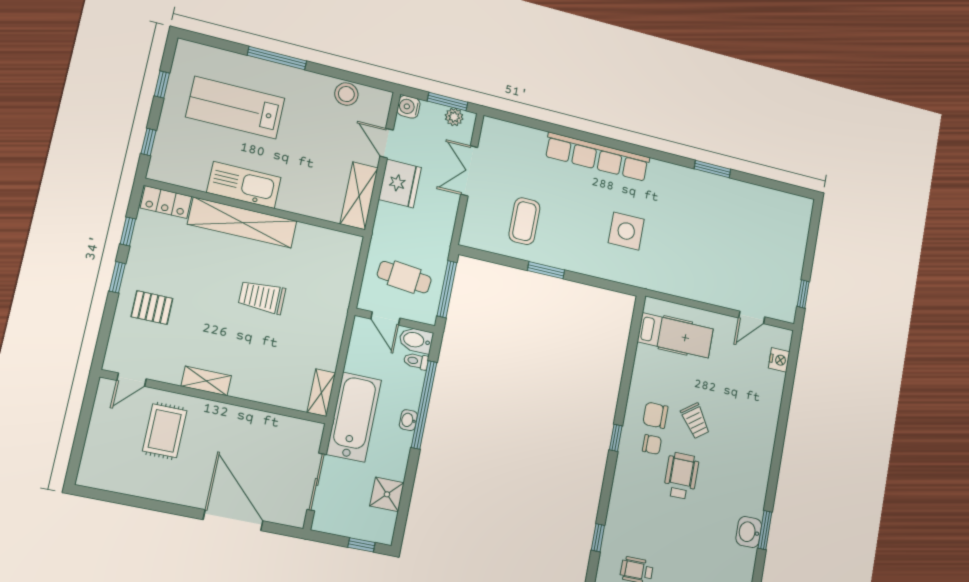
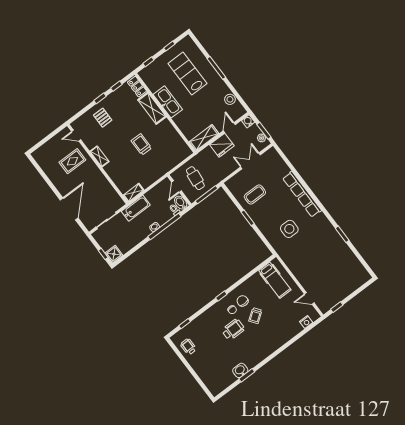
shelving: (242, 223) -> (152, 108), width x0.68
bathtub: (354, 417) -> (136, 208), width x0.73, depth x0.73
shower: (387, 494) -> (114, 254), moved

